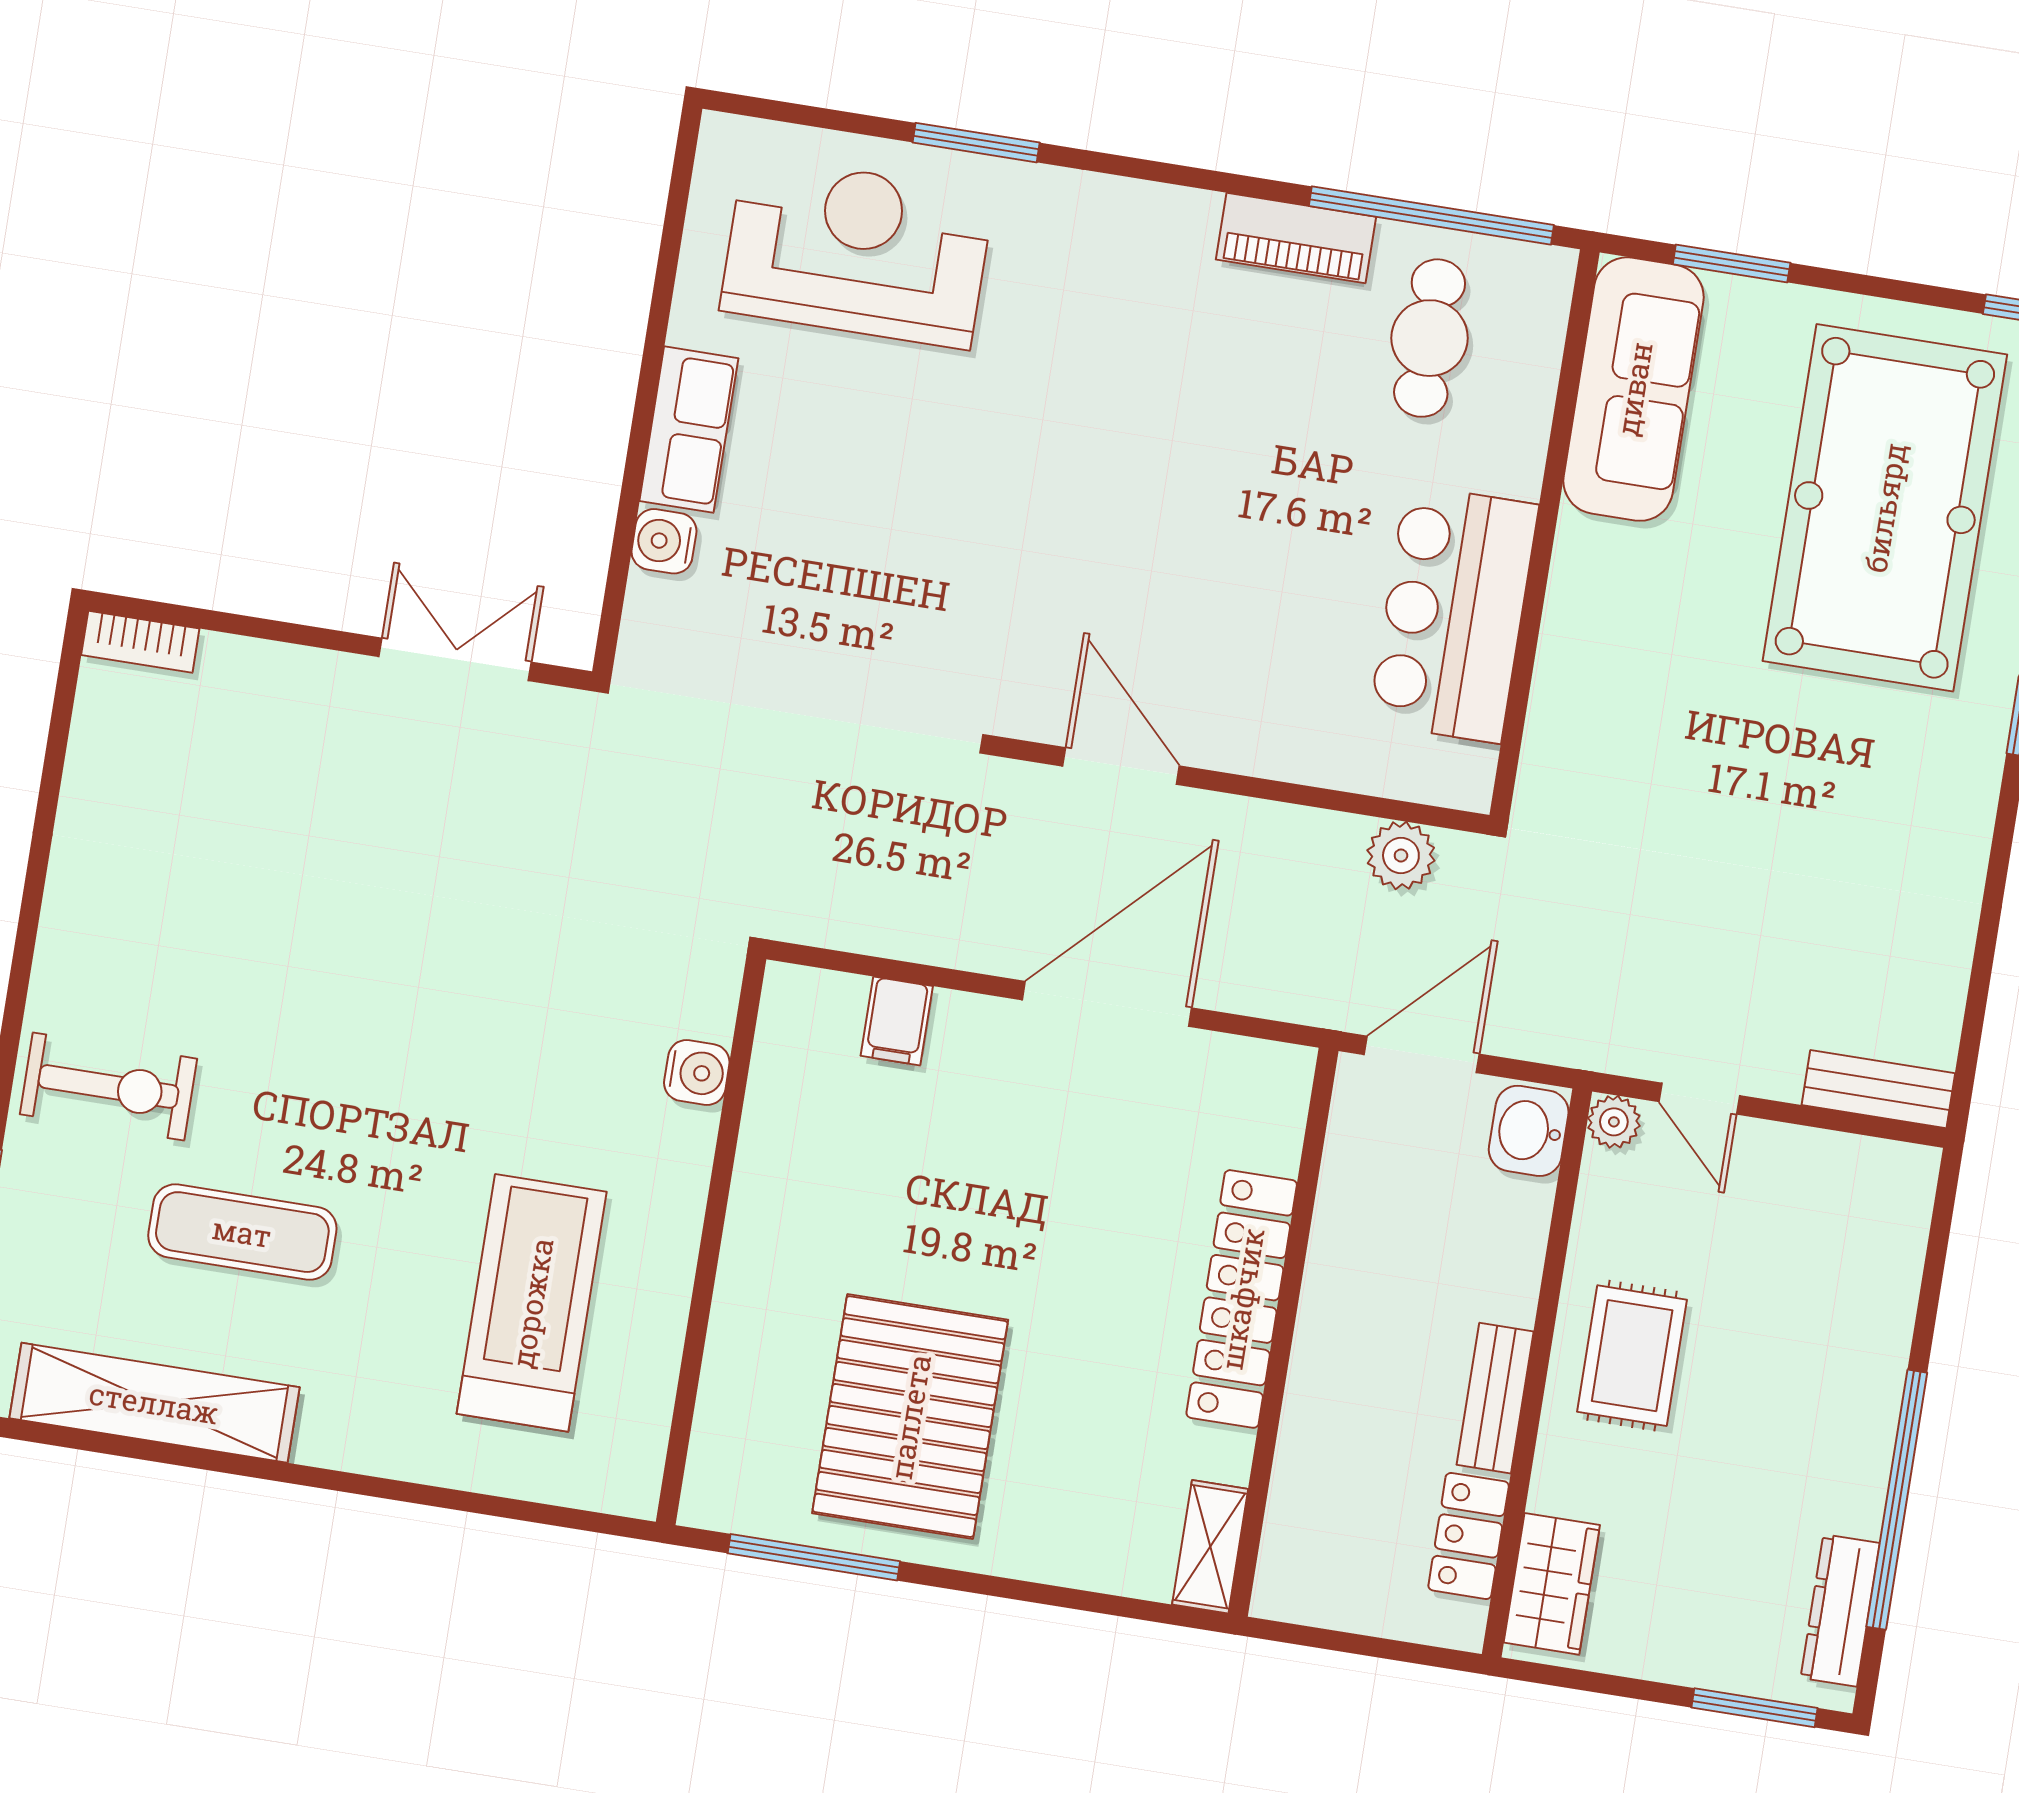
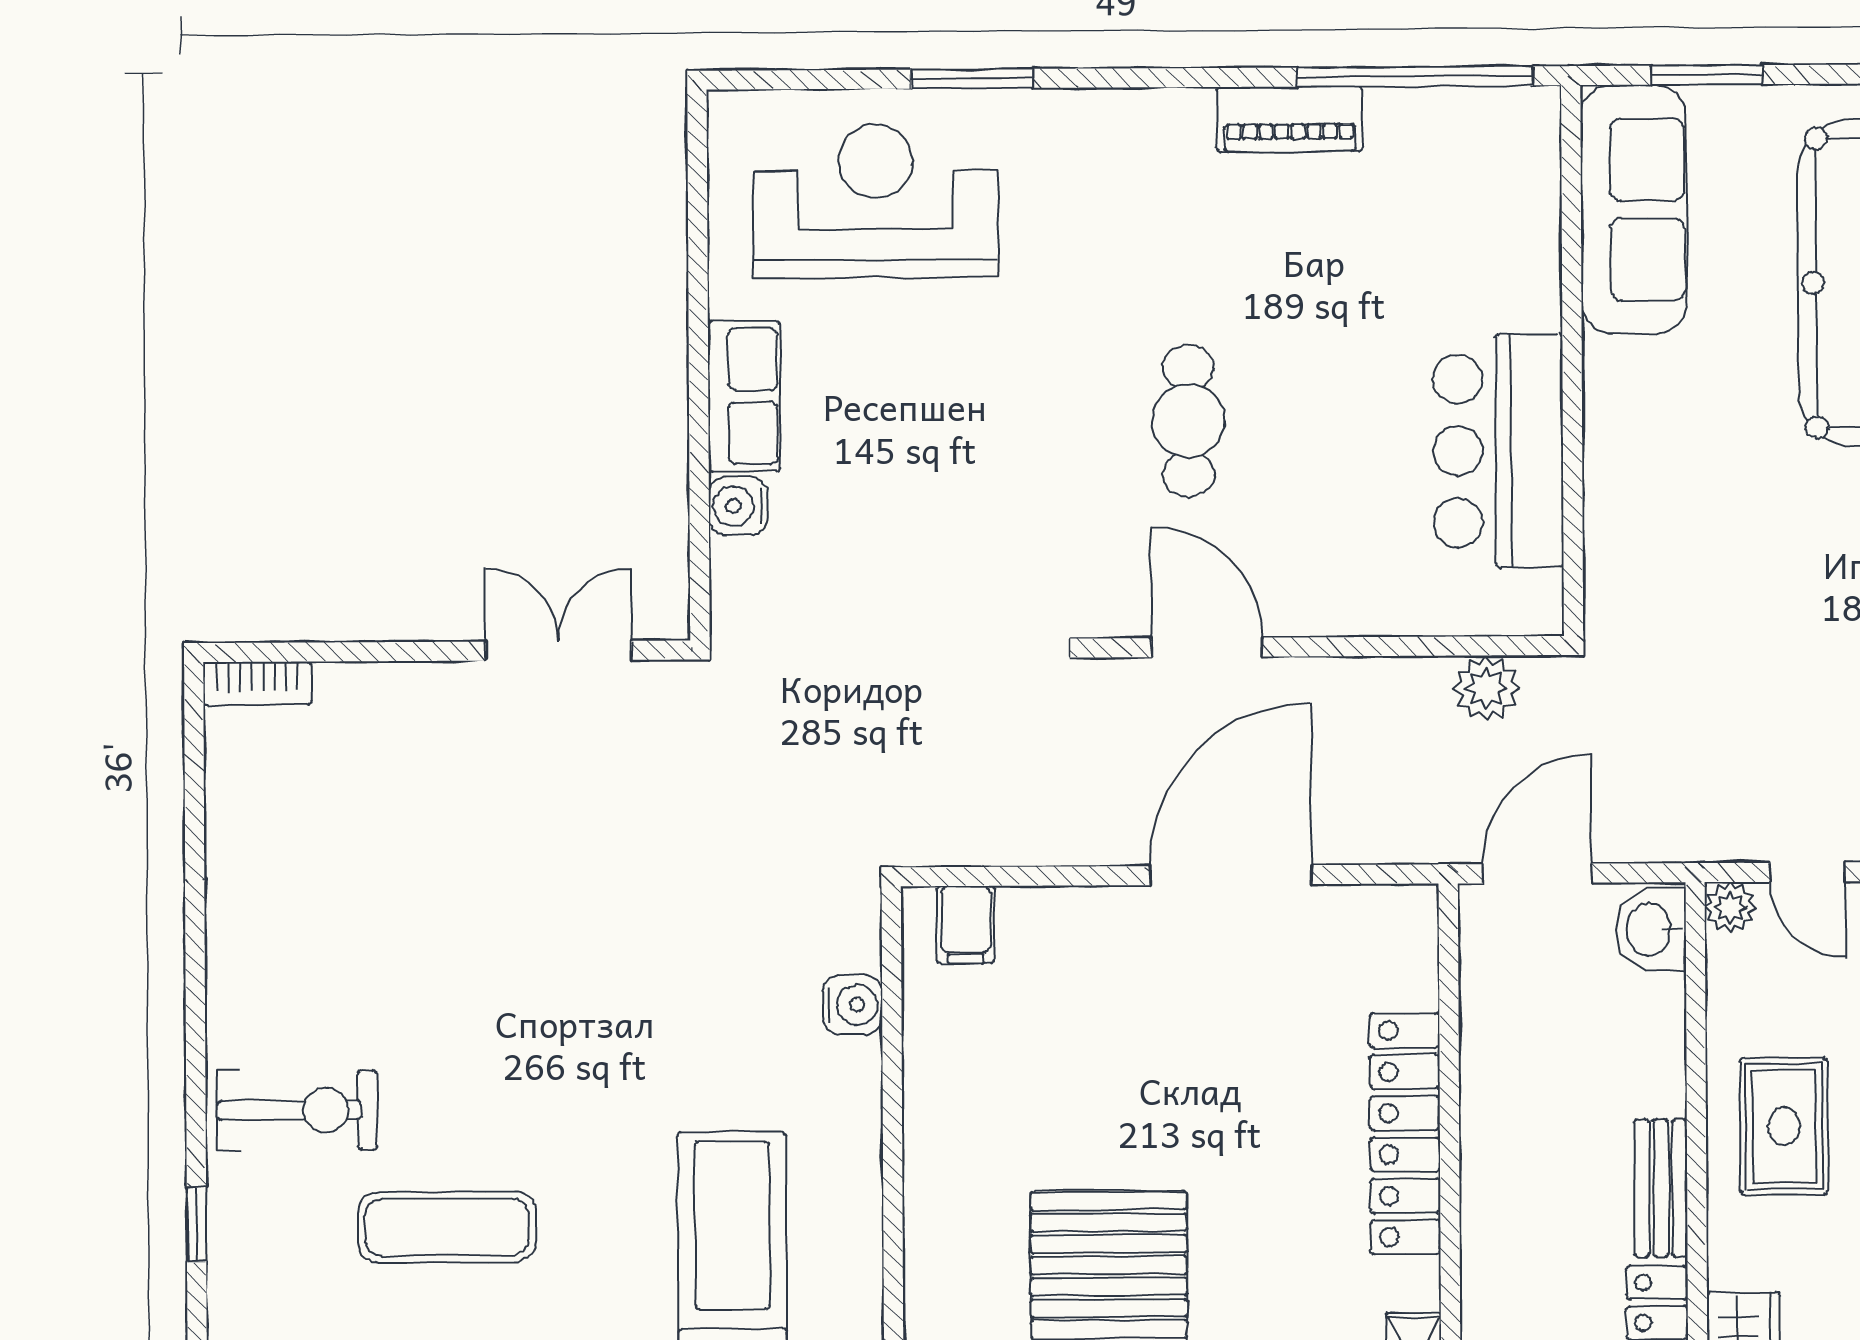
cafe table: (1430, 338) -> (1188, 421), moved
filing cabinet: (897, 1021) -> (965, 925), moved

